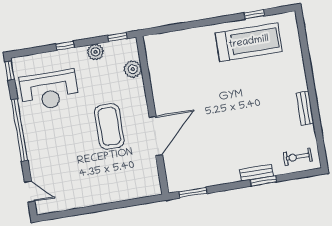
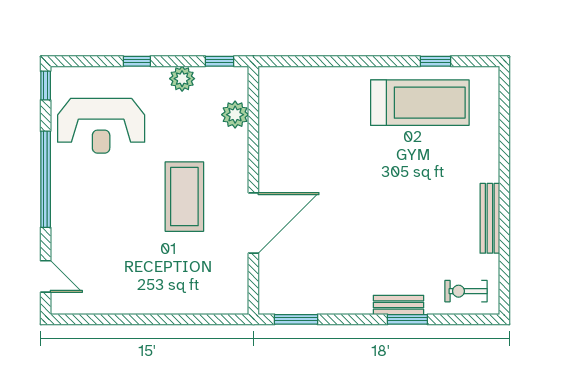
bench: (305, 108) -> (490, 218), width x1.36

